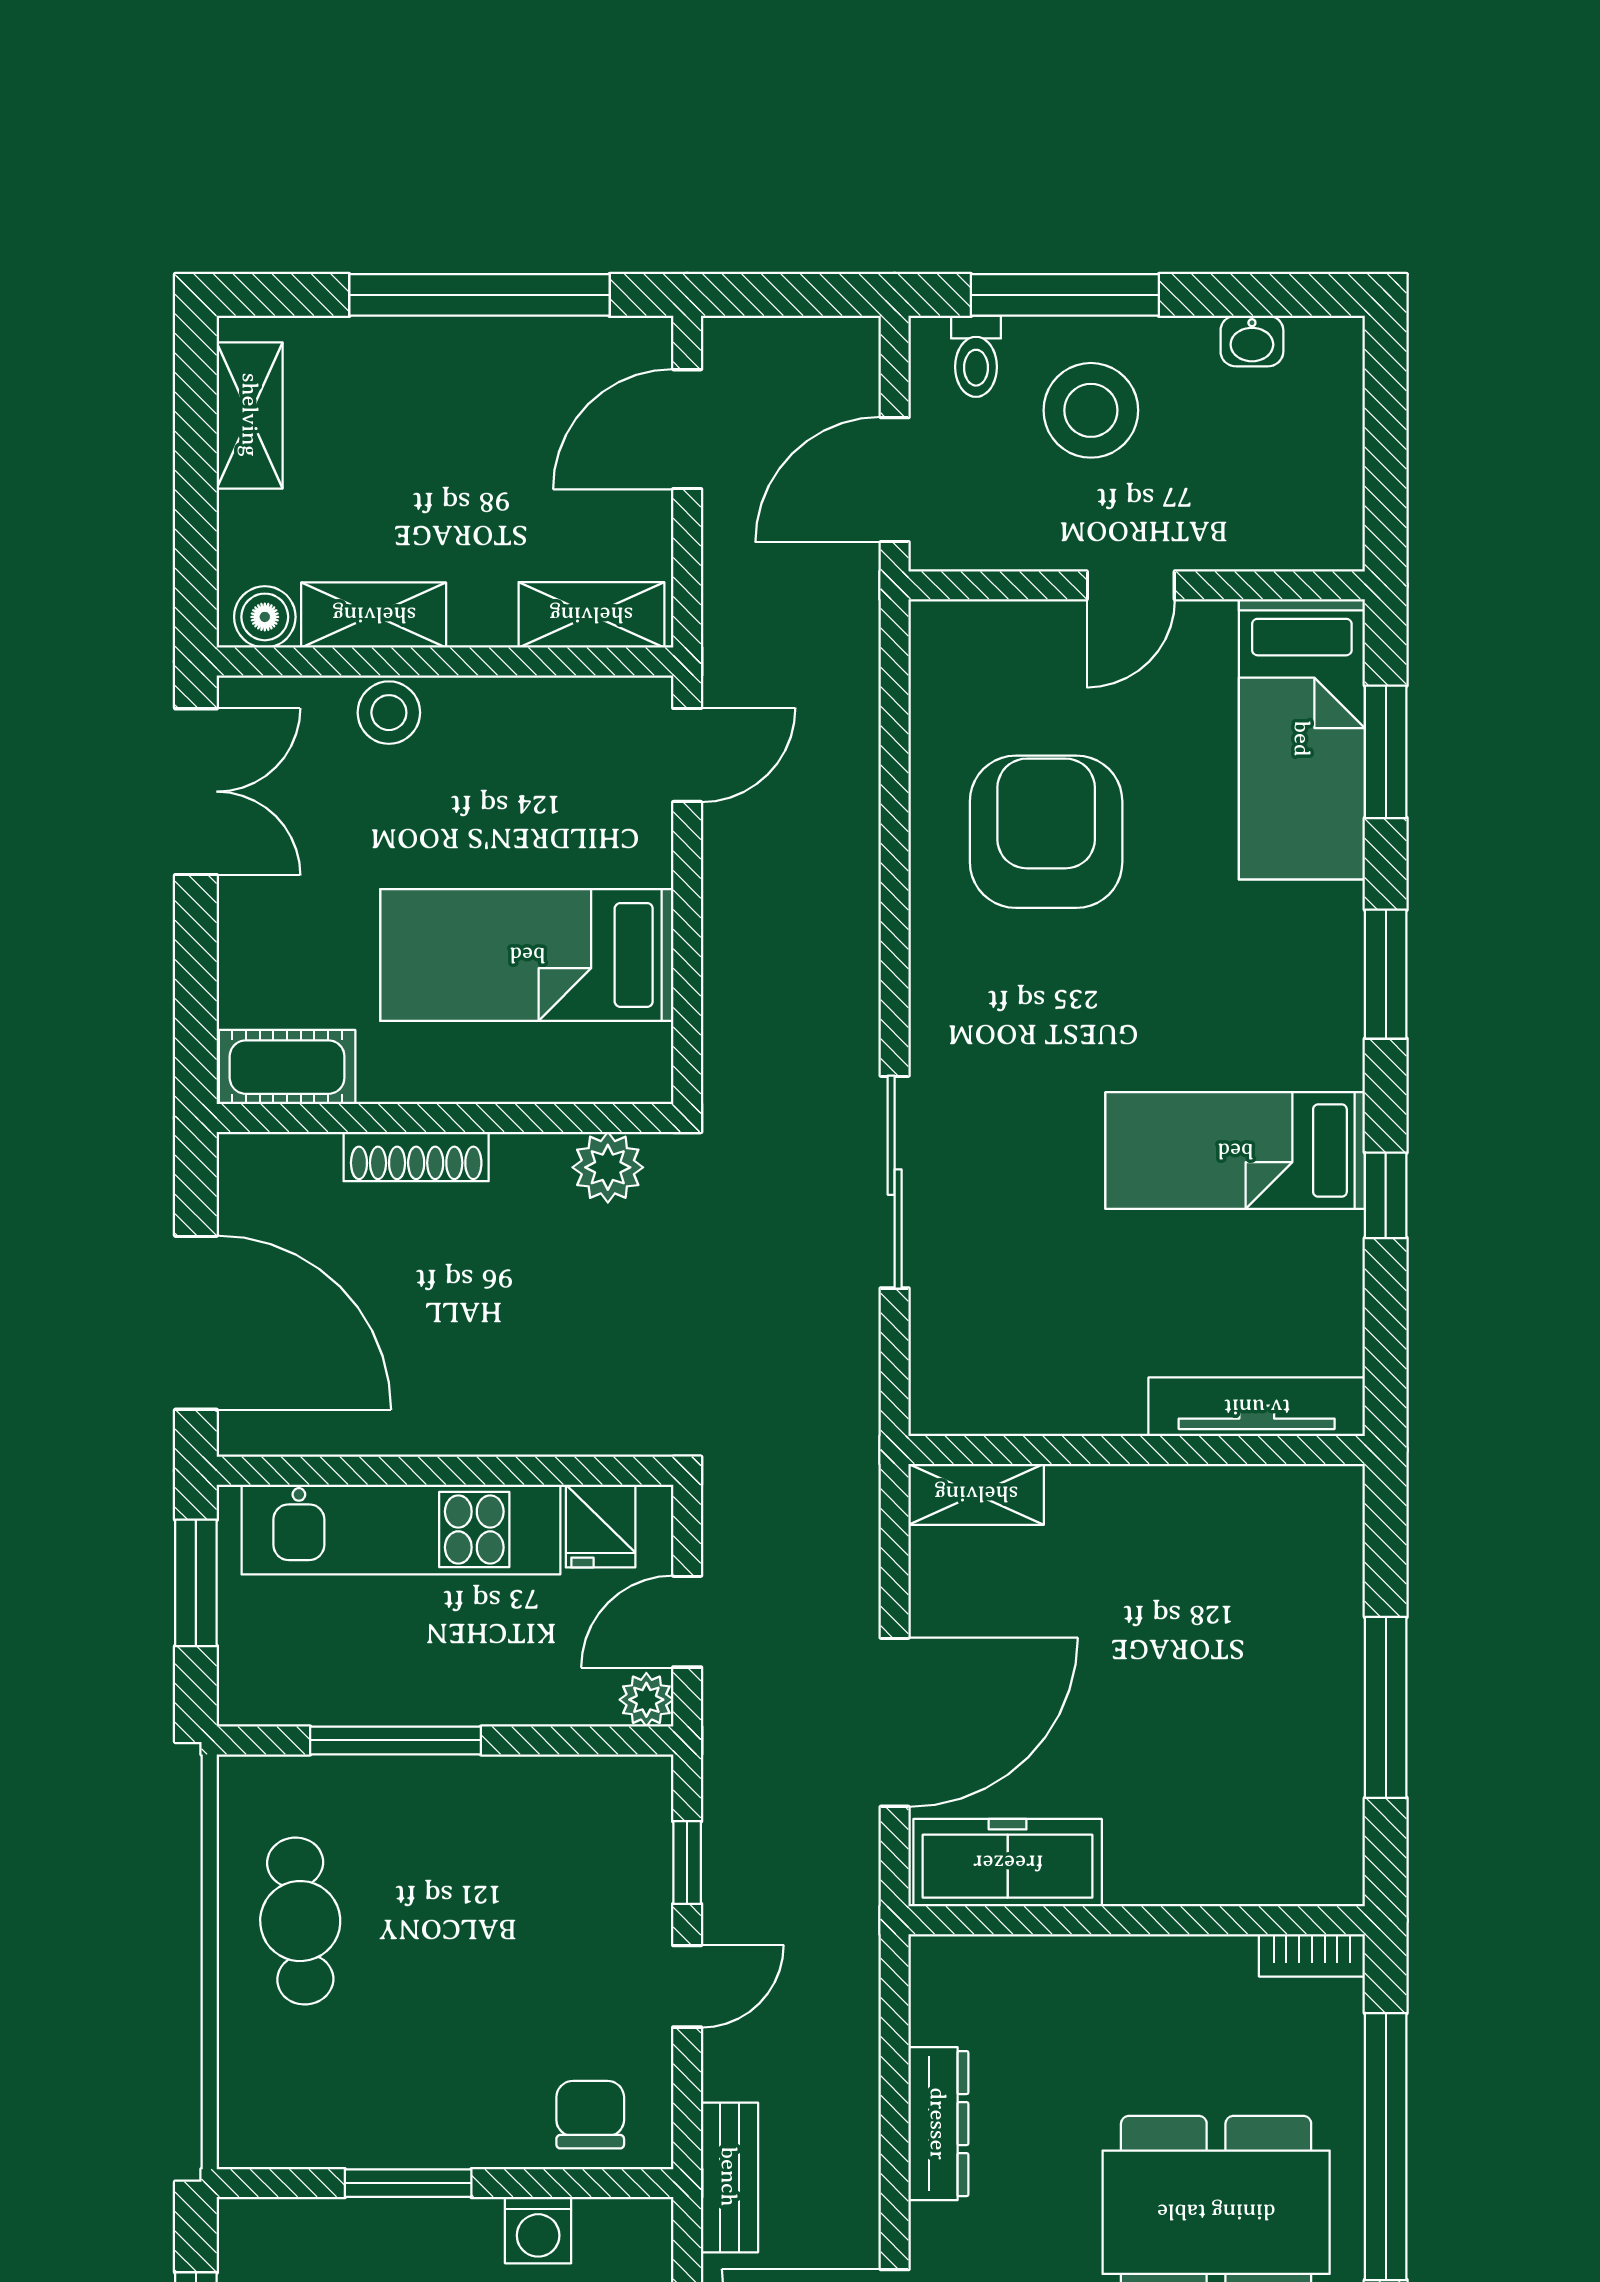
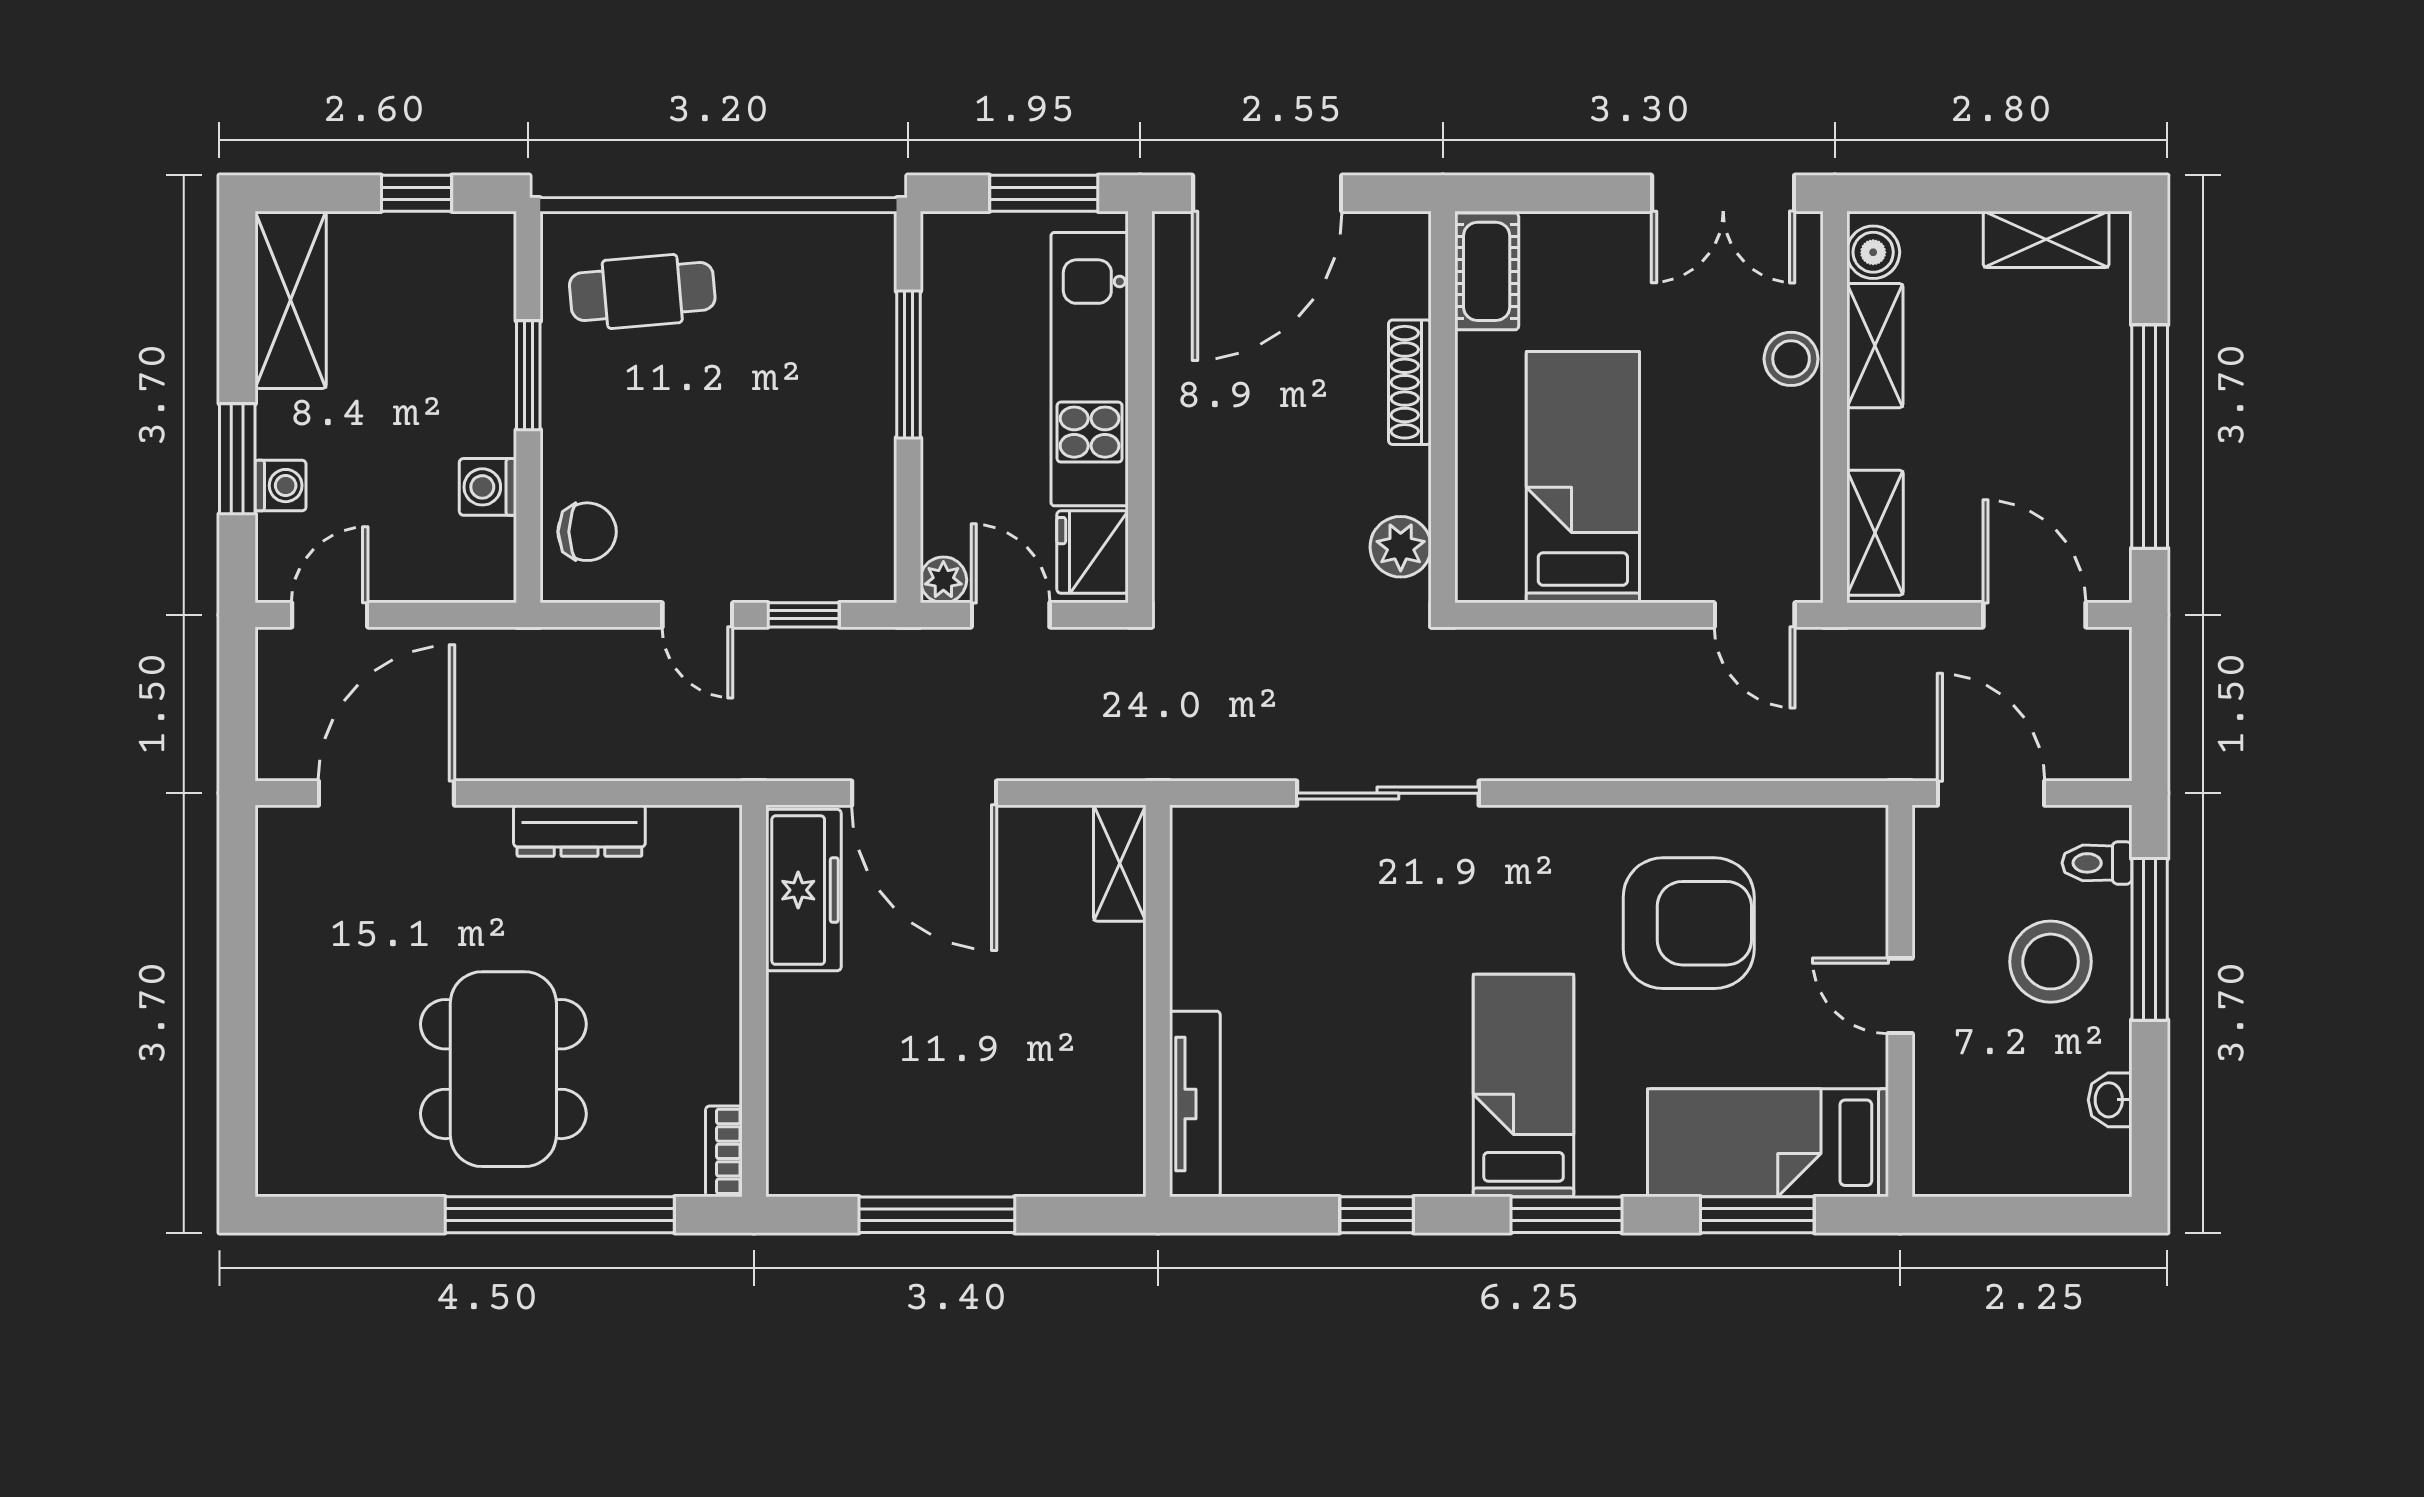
bed: (1235, 1151) -> (1524, 1085), moved
fridge: (601, 1526) -> (1093, 552), width x1.38
cafe table: (300, 1921) -> (642, 292), moved
bench: (729, 2177) -> (533, 651), removed

